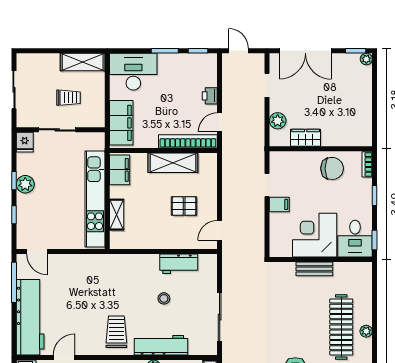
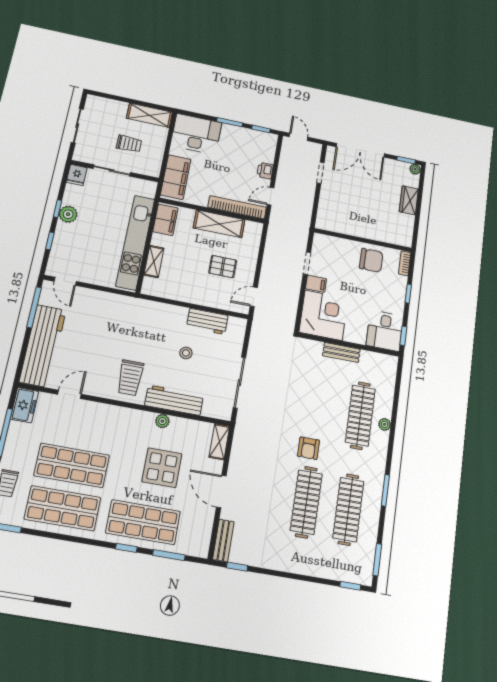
plant: (278, 121) -> (326, 206), removed
wardrobe: (306, 138) -> (409, 200), moved, turned -90
corner desk: (315, 235) -> (324, 315), moved, turned 90
trolley: (116, 332) -> (130, 378), turned 180

